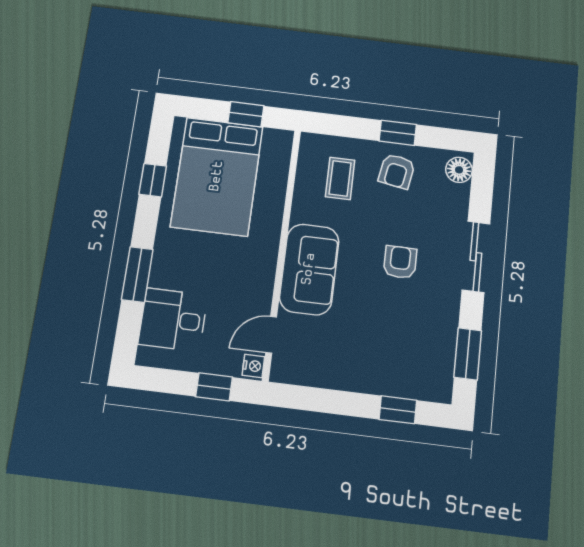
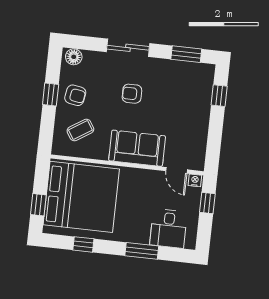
window: (246, 114) -> (38, 205), moved
bed: (217, 176) -> (81, 197), width x1.36
coffee table: (340, 178) -> (80, 130), turned -33

